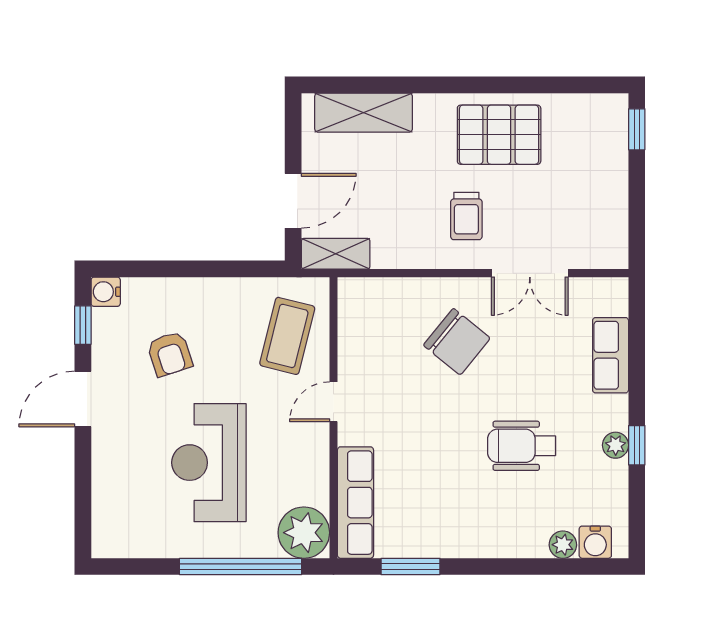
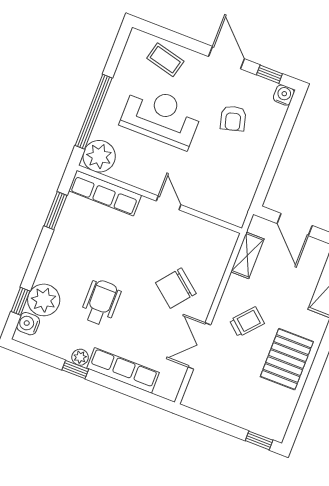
trolley: (466, 216) -> (247, 322), turned 131
shelving: (336, 254) -> (247, 255), moved
coffee table: (287, 336) -> (165, 60), moved, width x0.73, depth x0.77
armchair: (170, 354) -> (233, 118), turned -87
row of seats: (611, 355) -> (123, 370), width x1.48
plant: (563, 545) -> (44, 300), width x1.87, depth x1.87
window: (566, 567) -> (21, 301), added

